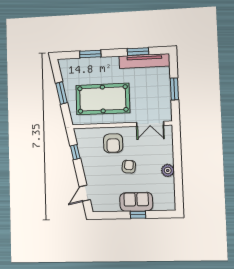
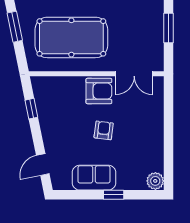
armchair: (113, 143) -> (99, 91), moved, turned -90
plant: (168, 170) -> (155, 181), moved
sofa: (136, 202) -> (94, 178), moved

